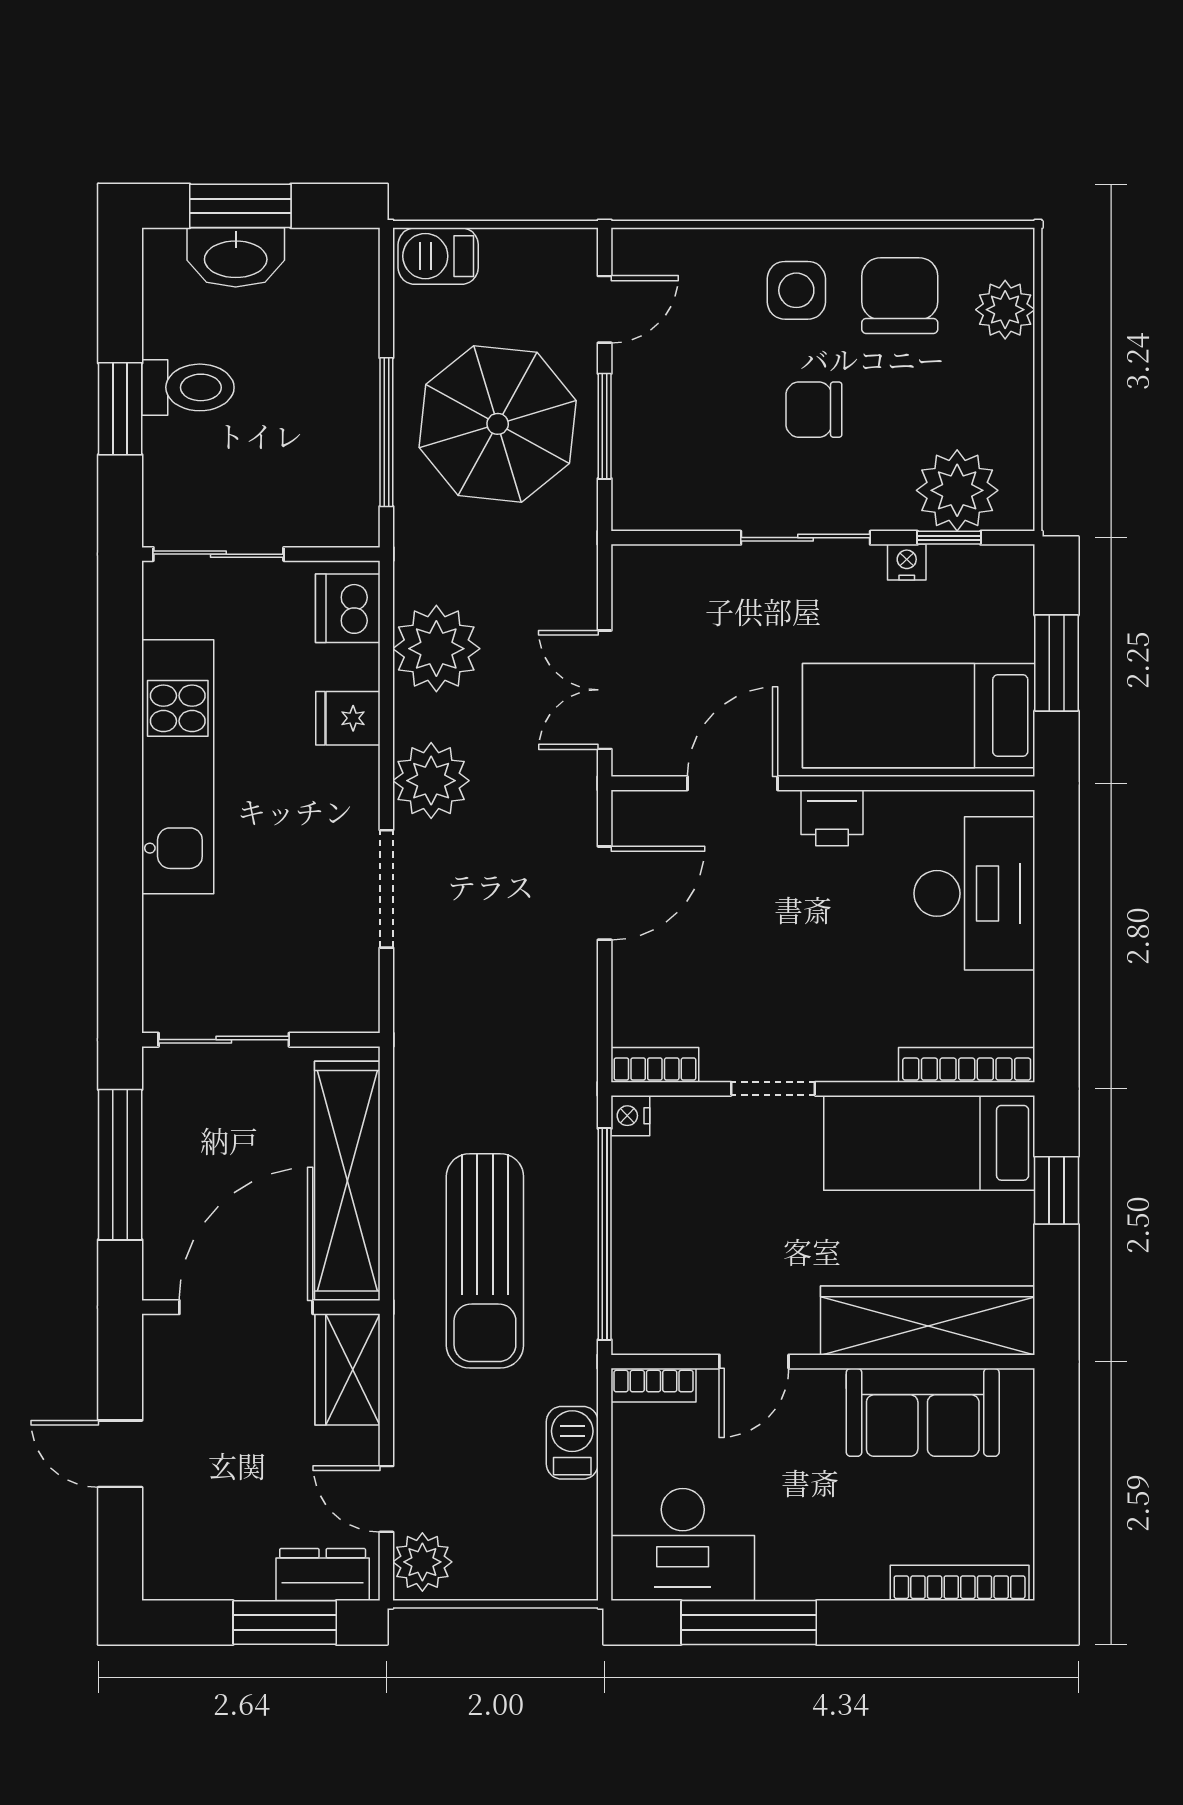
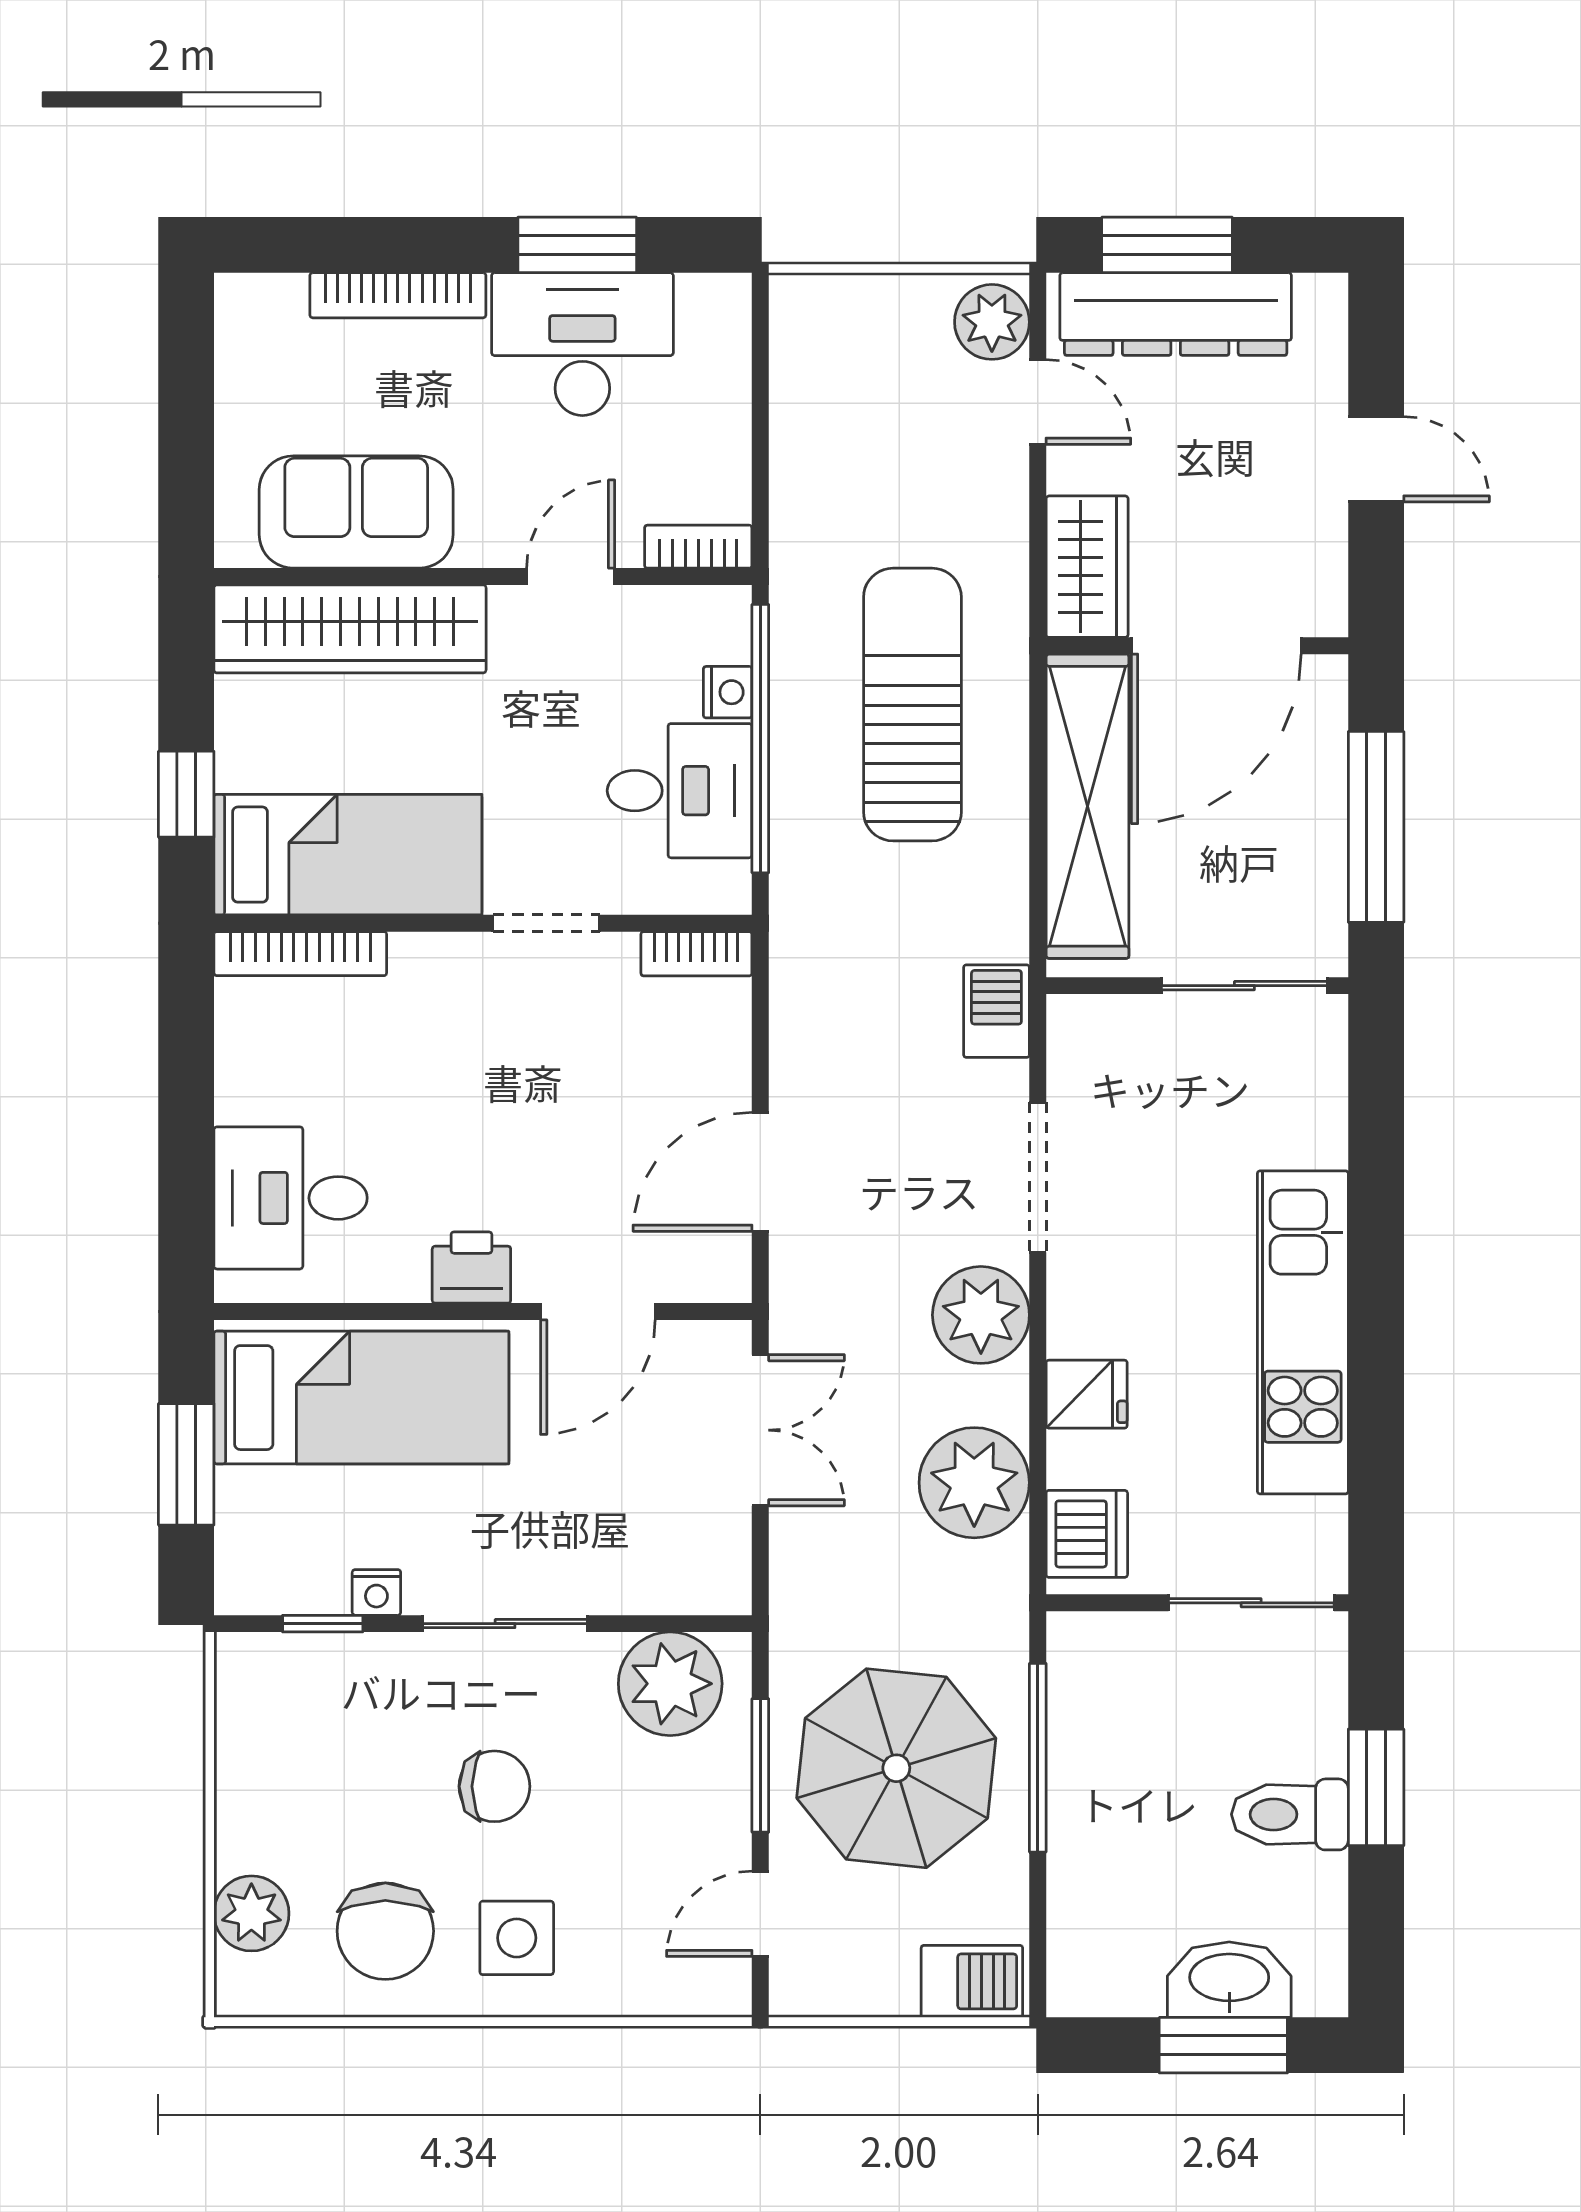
plant: (957, 490) -> (670, 1684), moved
desk: (974, 893) -> (291, 1198), width x0.73
nightstand: (630, 1116) -> (728, 692), moved
desk: (668, 1193) -> (680, 791), added
barbecue: (572, 1443) -> (996, 1011), moved, turned 180
desk: (683, 1544) -> (582, 344), moved
dresser: (323, 1575) -> (1176, 314), width x1.96, depth x1.24
bookcase: (960, 1583) -> (398, 295), moved
window: (749, 1622) -> (577, 245), width x0.69

